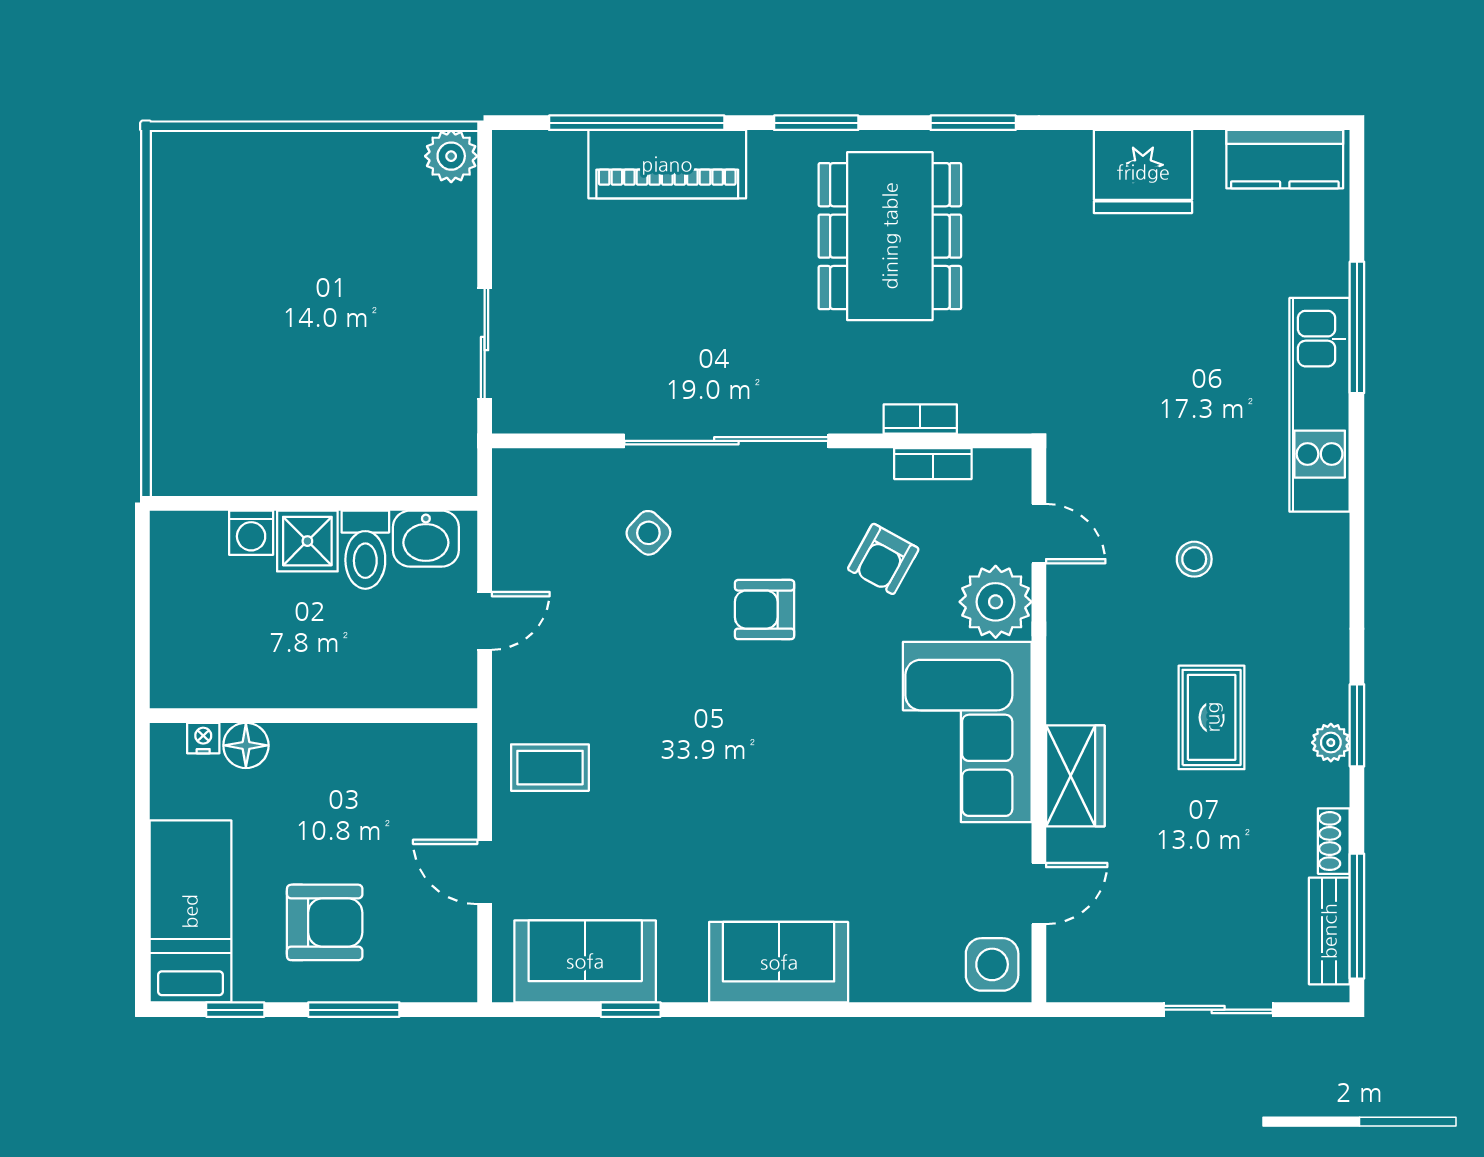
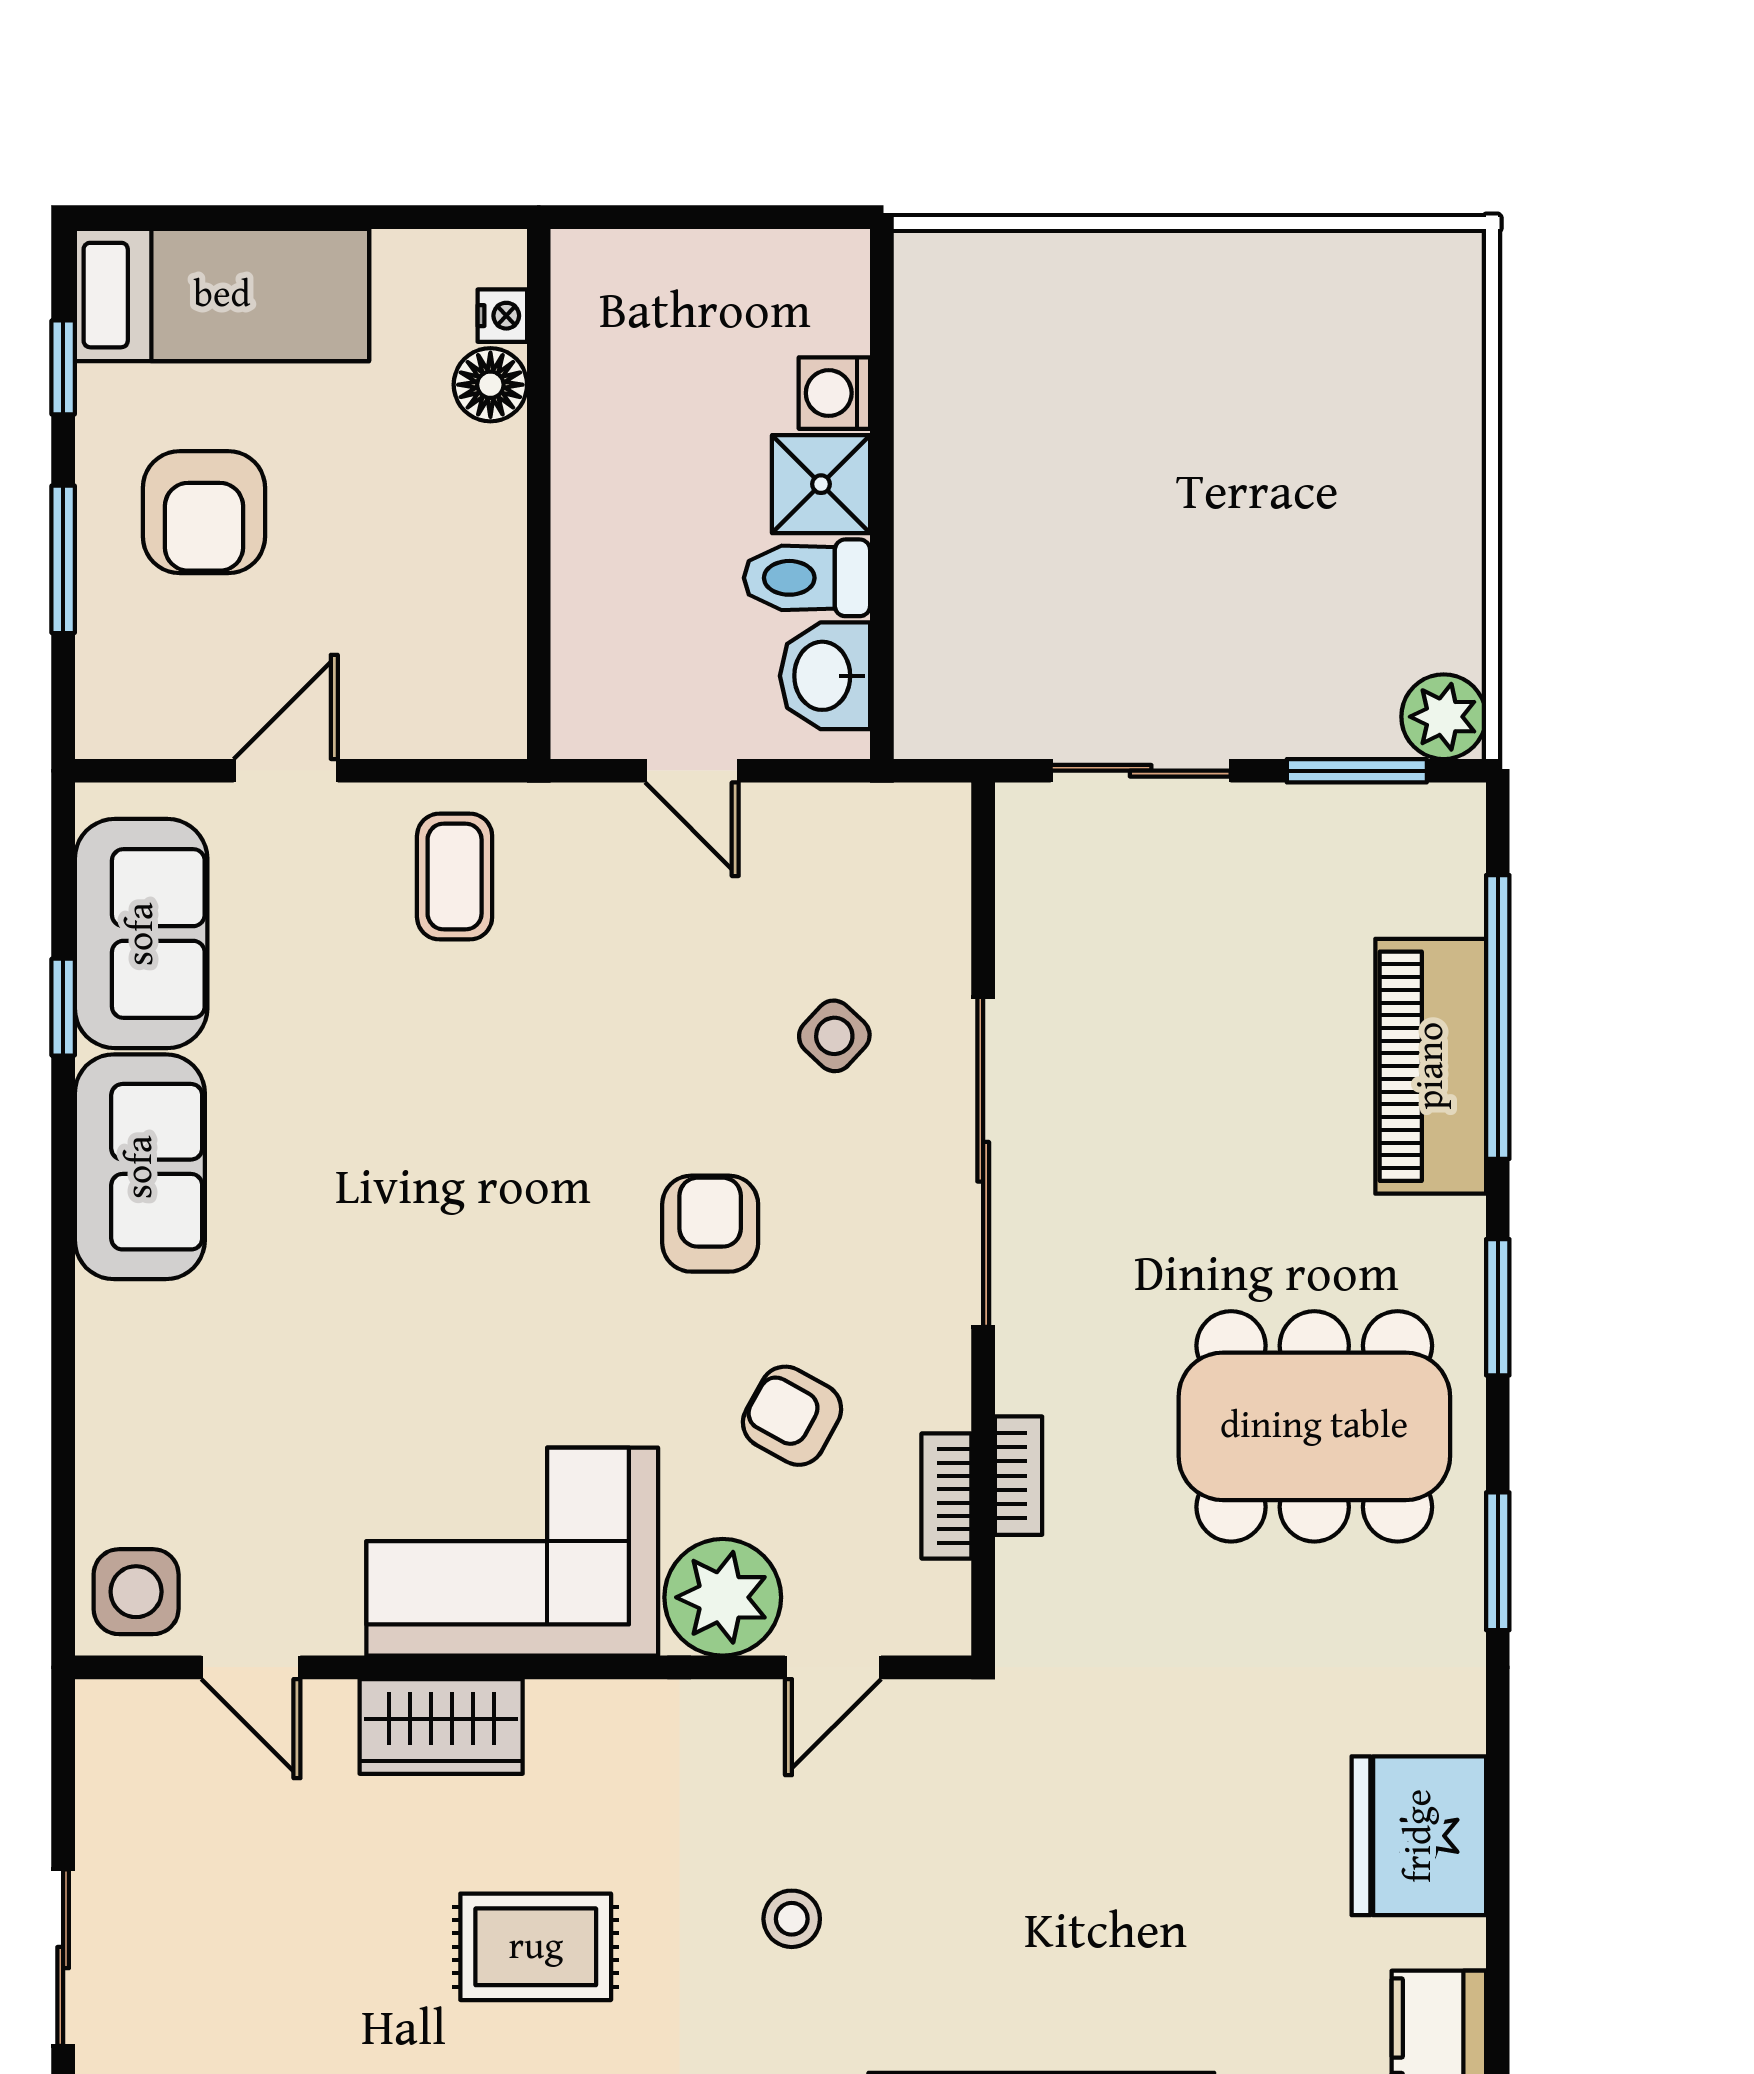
window: (485, 210) -> (1357, 771), added
sofa: (779, 962) -> (140, 1167), moved

